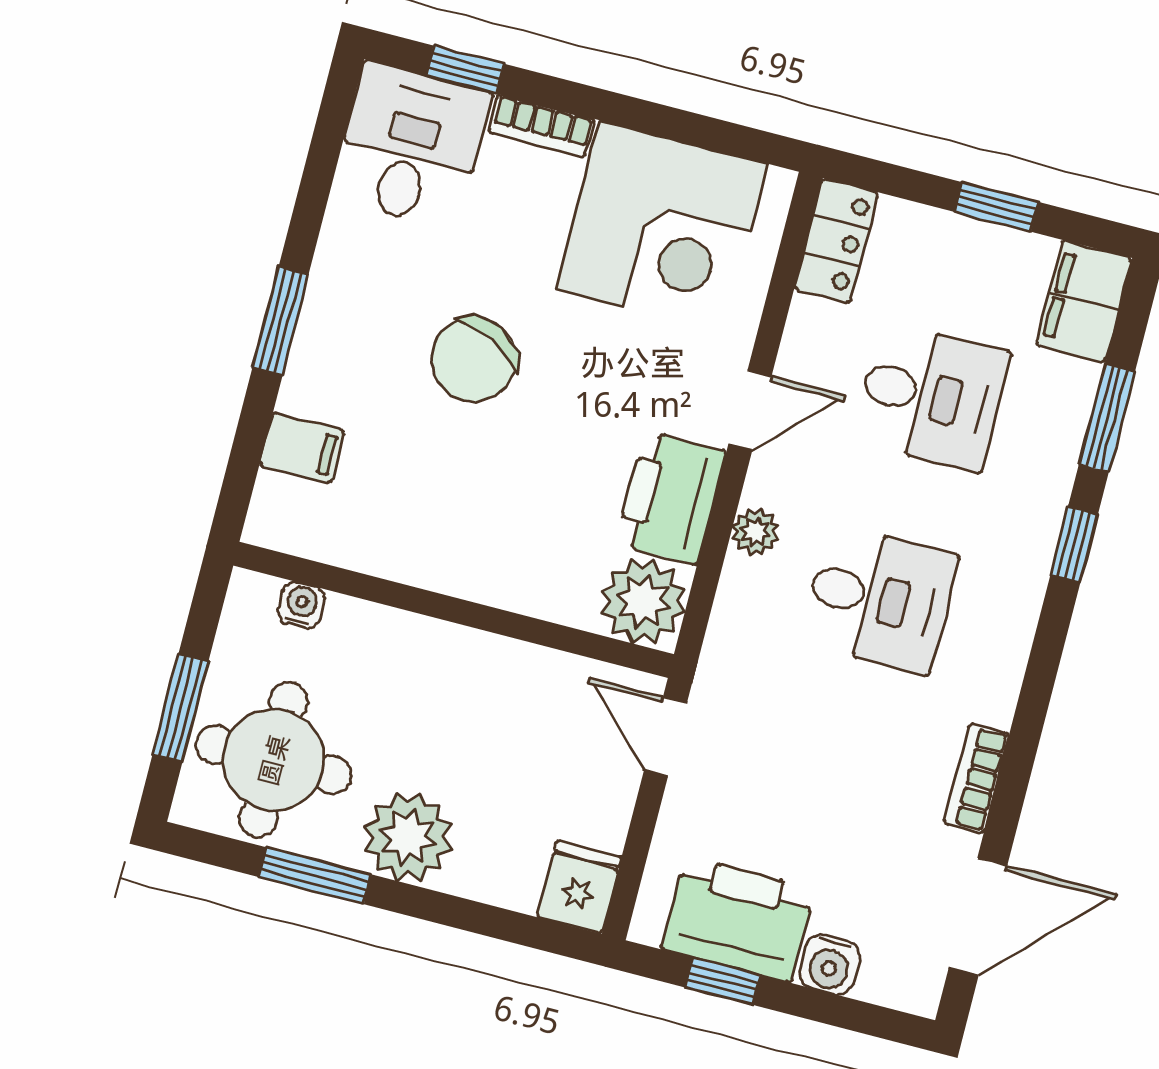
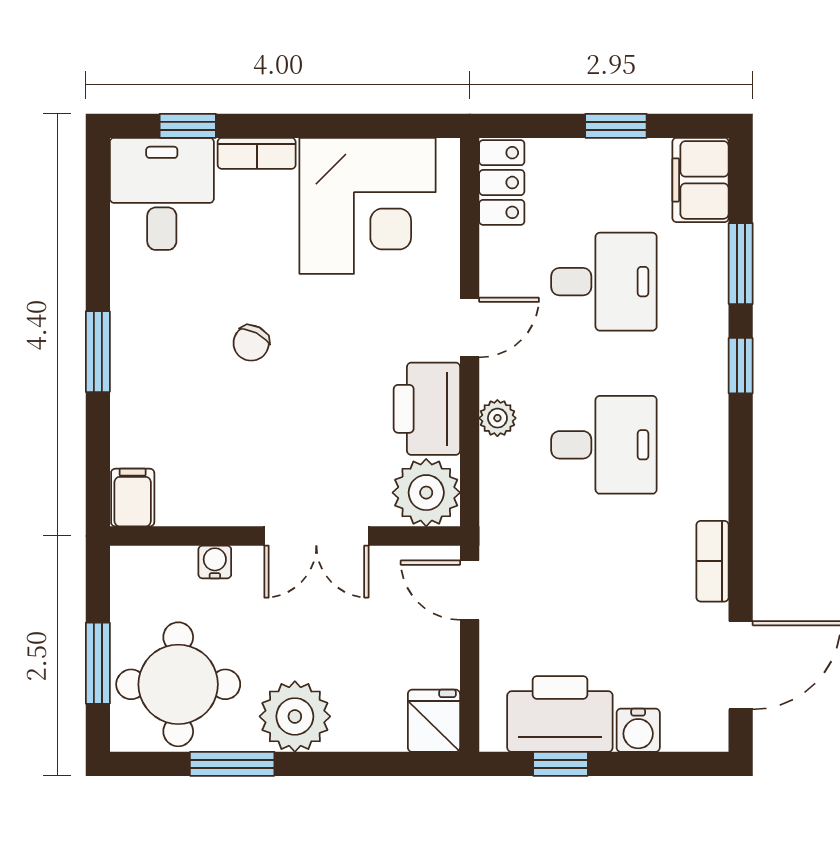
chair: (474, 360) -> (251, 343), width x0.54, depth x0.54
filing cabinet: (302, 448) -> (133, 498), moved, turned -90
water cooler: (301, 605) -> (215, 562), moved
double door: (493, 620) -> (316, 536), added

